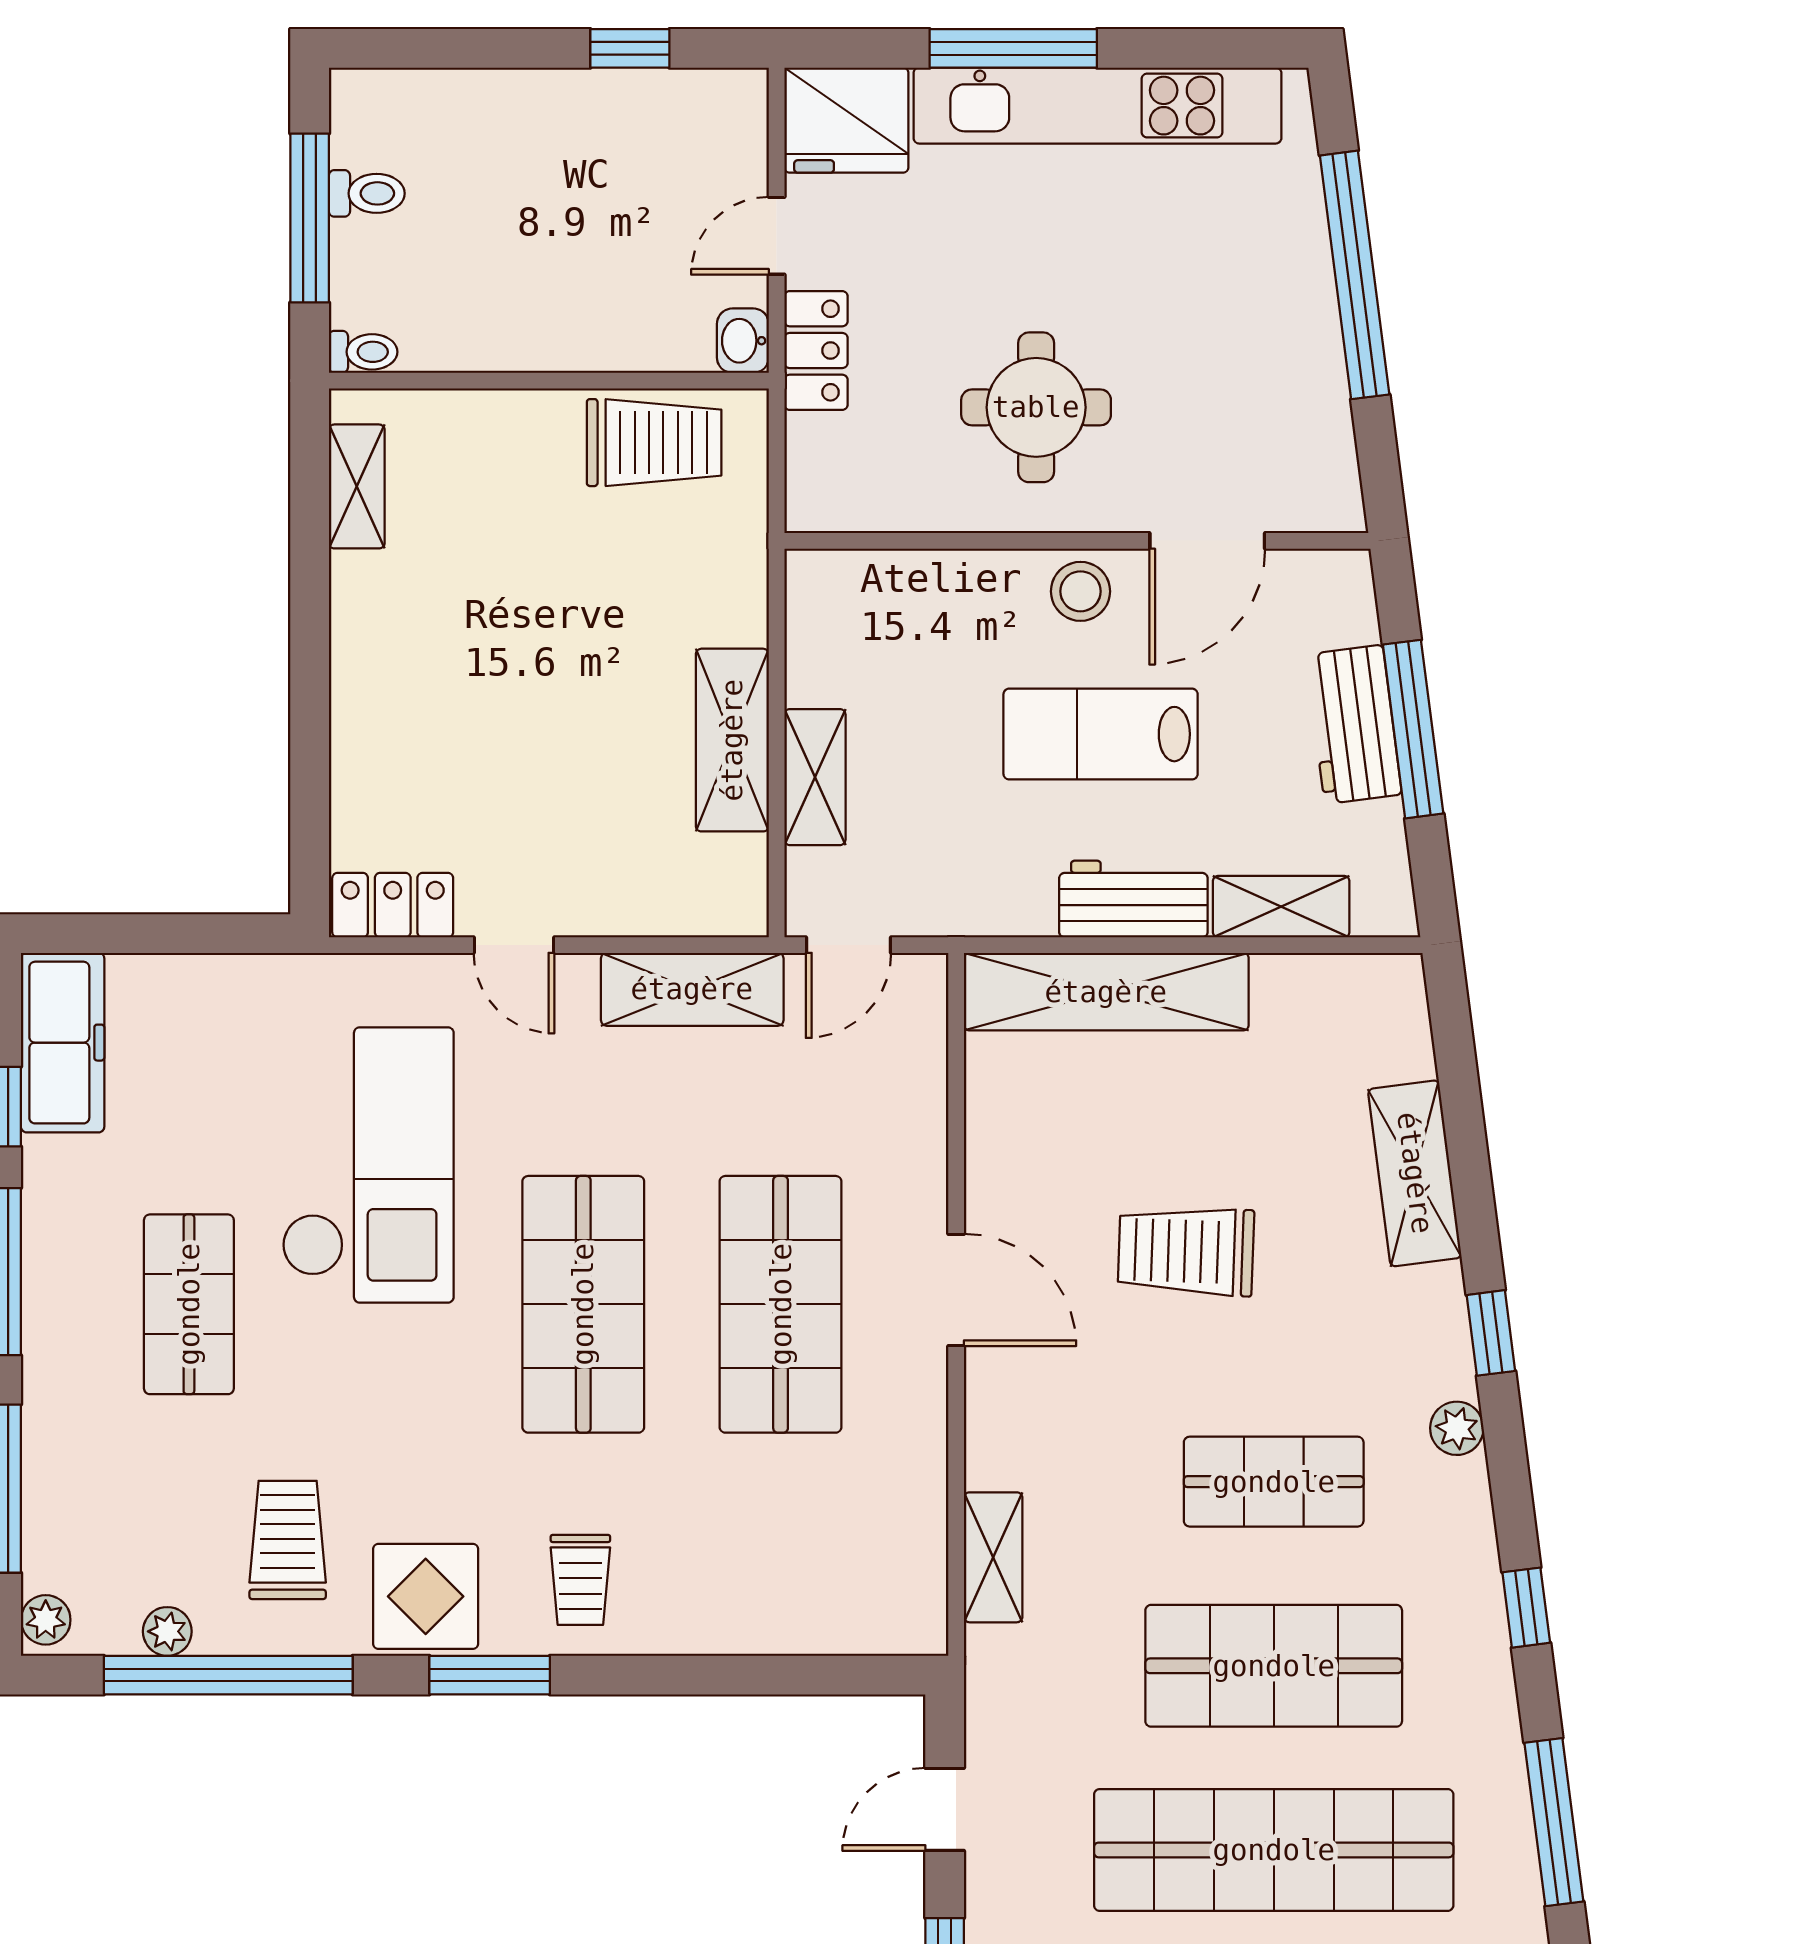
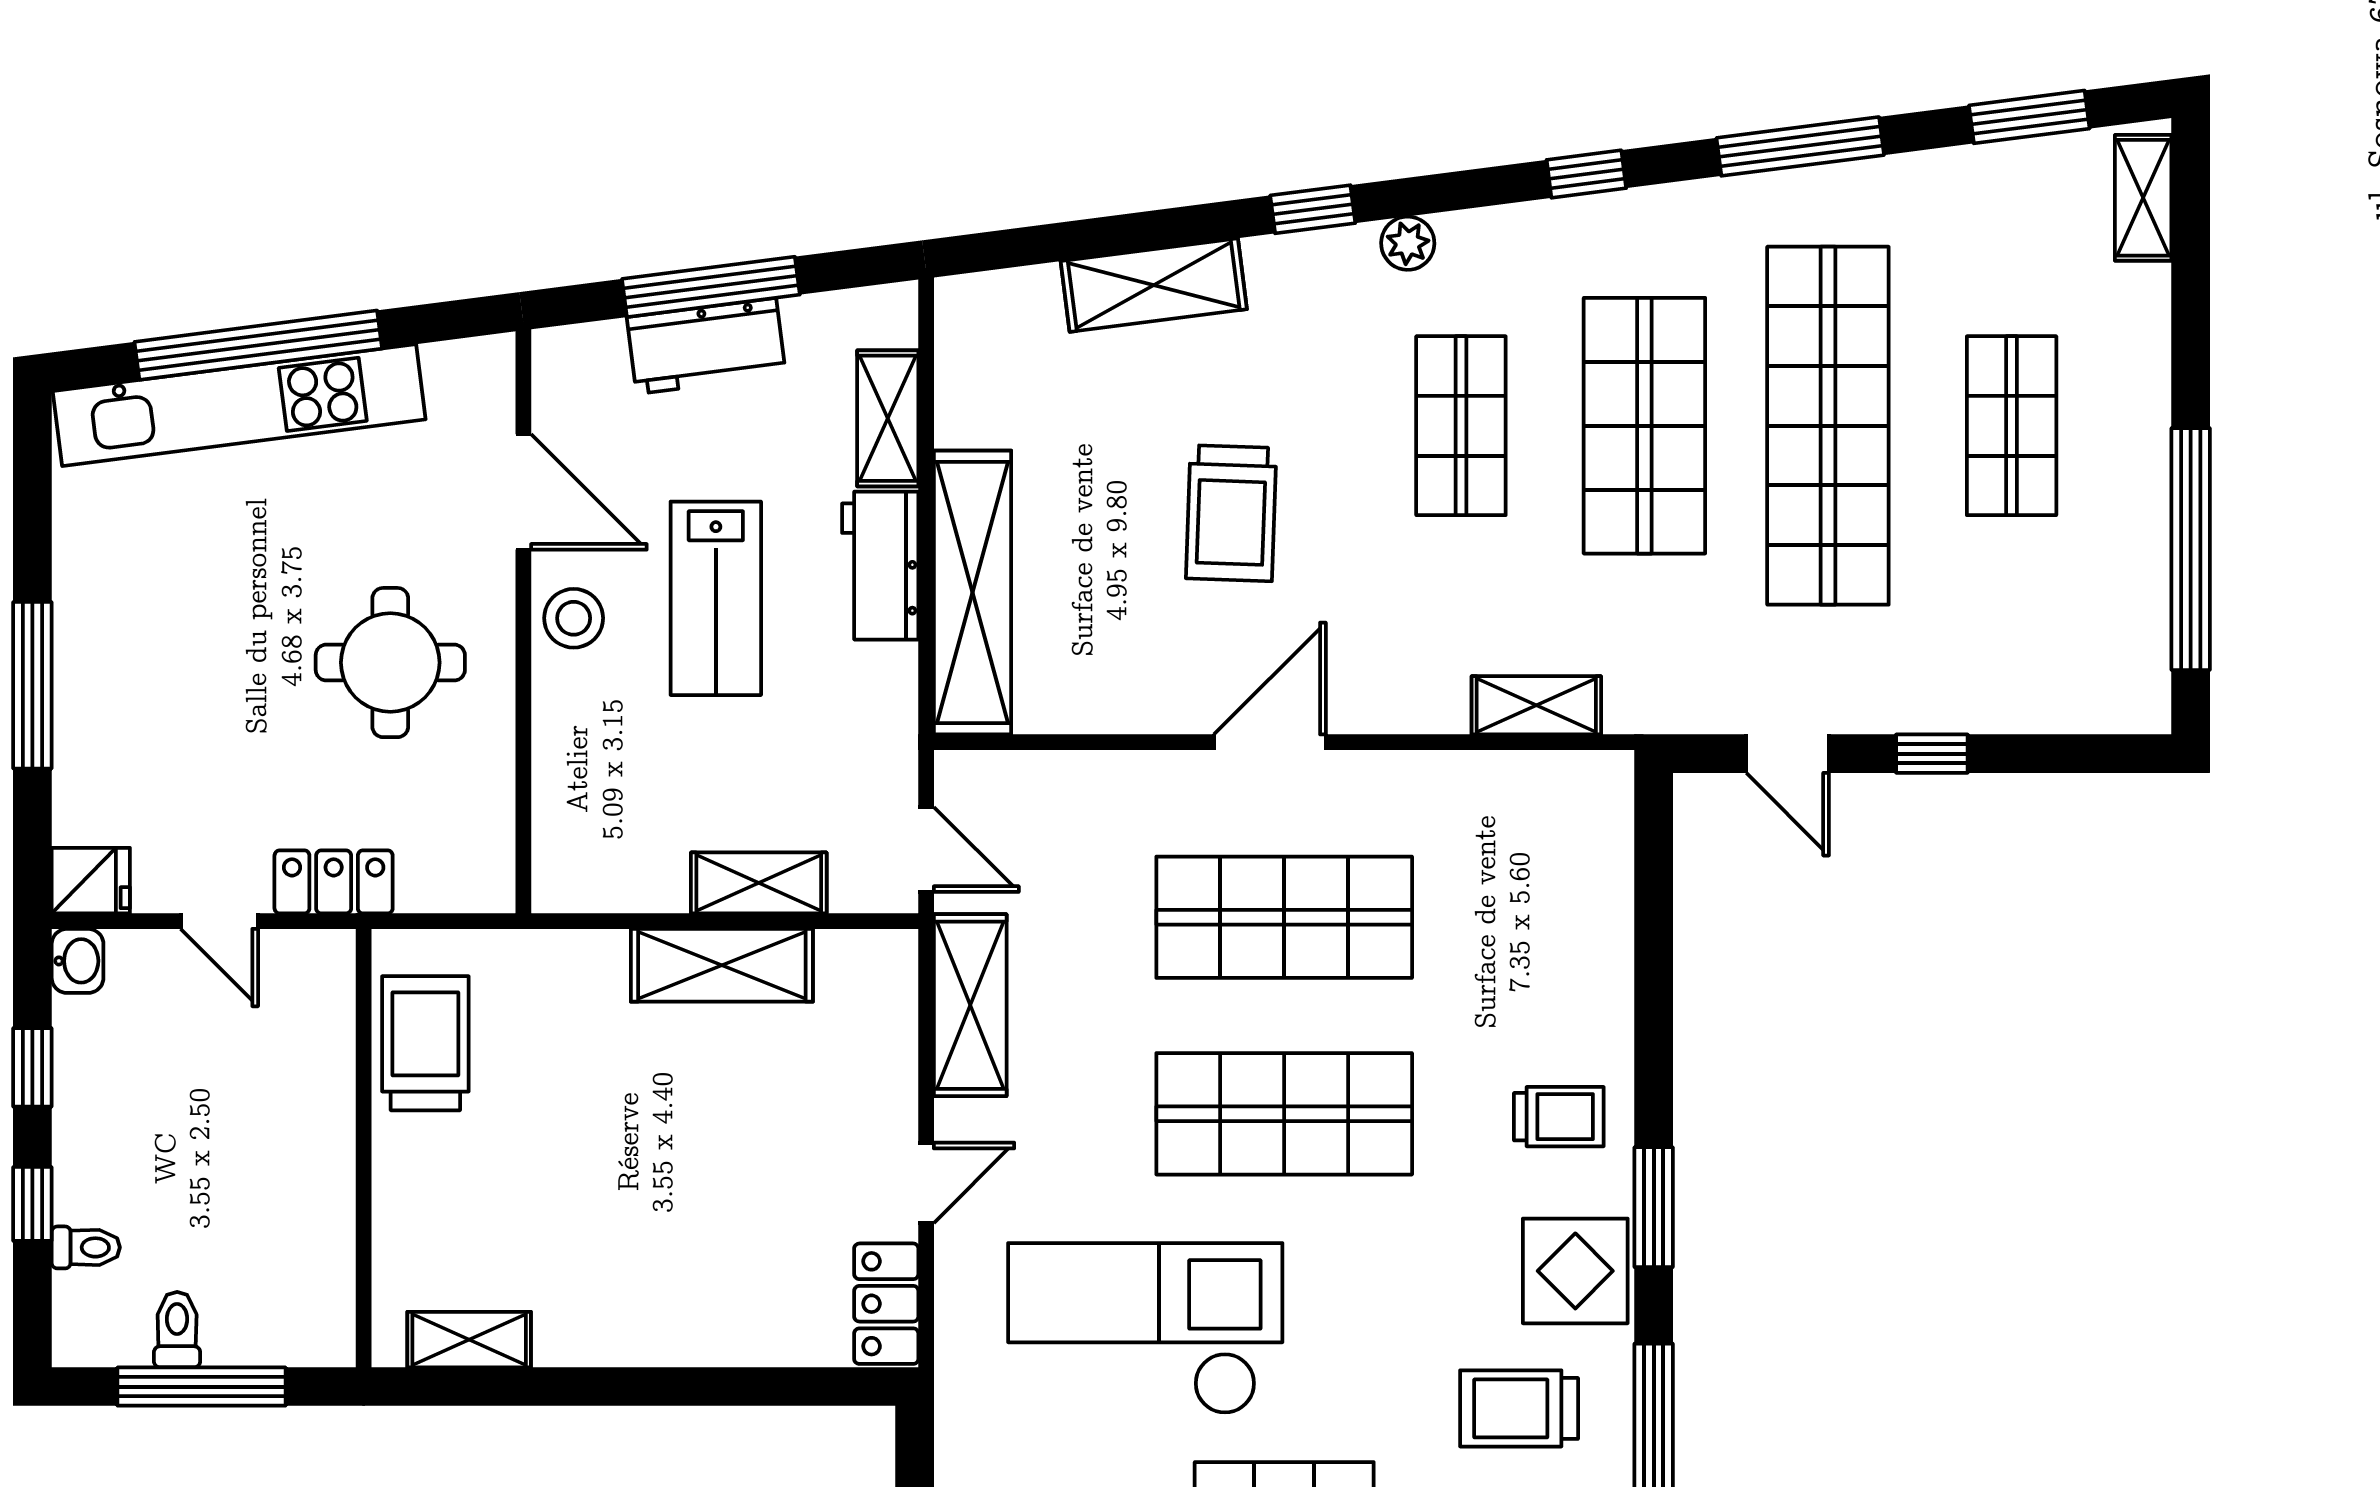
window: (493, 48) -> (32, 1204), added
kitchen unit: (1097, 106) -> (239, 405), moved, turned 83
fridge: (846, 120) -> (91, 881), width x0.53, depth x0.75
washbasin: (743, 341) -> (78, 961), moved, turned -90
toilet: (363, 352) -> (86, 1247), moved, turned 90

